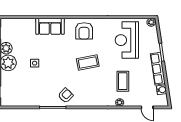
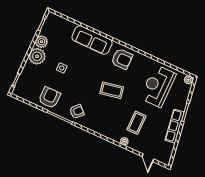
sofa: (50, 26) -> (92, 40), width x1.36
armchair: (84, 31) -> (122, 59), turned -90
water cooler: (162, 90) -> (169, 147), removed
armchair: (36, 94) -> (49, 98), added

